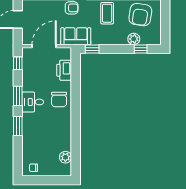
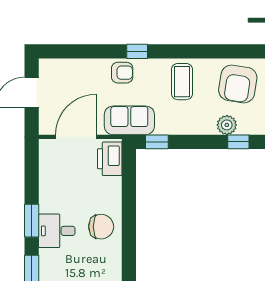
window: (18, 63) -> (32, 166), removed
printer: (64, 70) -> (110, 159), moved
chair: (59, 99) -> (101, 227), turned -90

